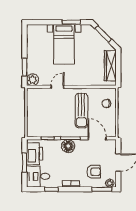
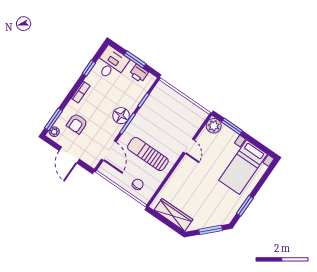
bed with nightstands: (64, 44) -> (243, 167), moved, turned -90
door: (97, 138) -> (109, 151), hinge flipped
printer: (35, 154) -> (139, 73), width x0.53, depth x0.68

